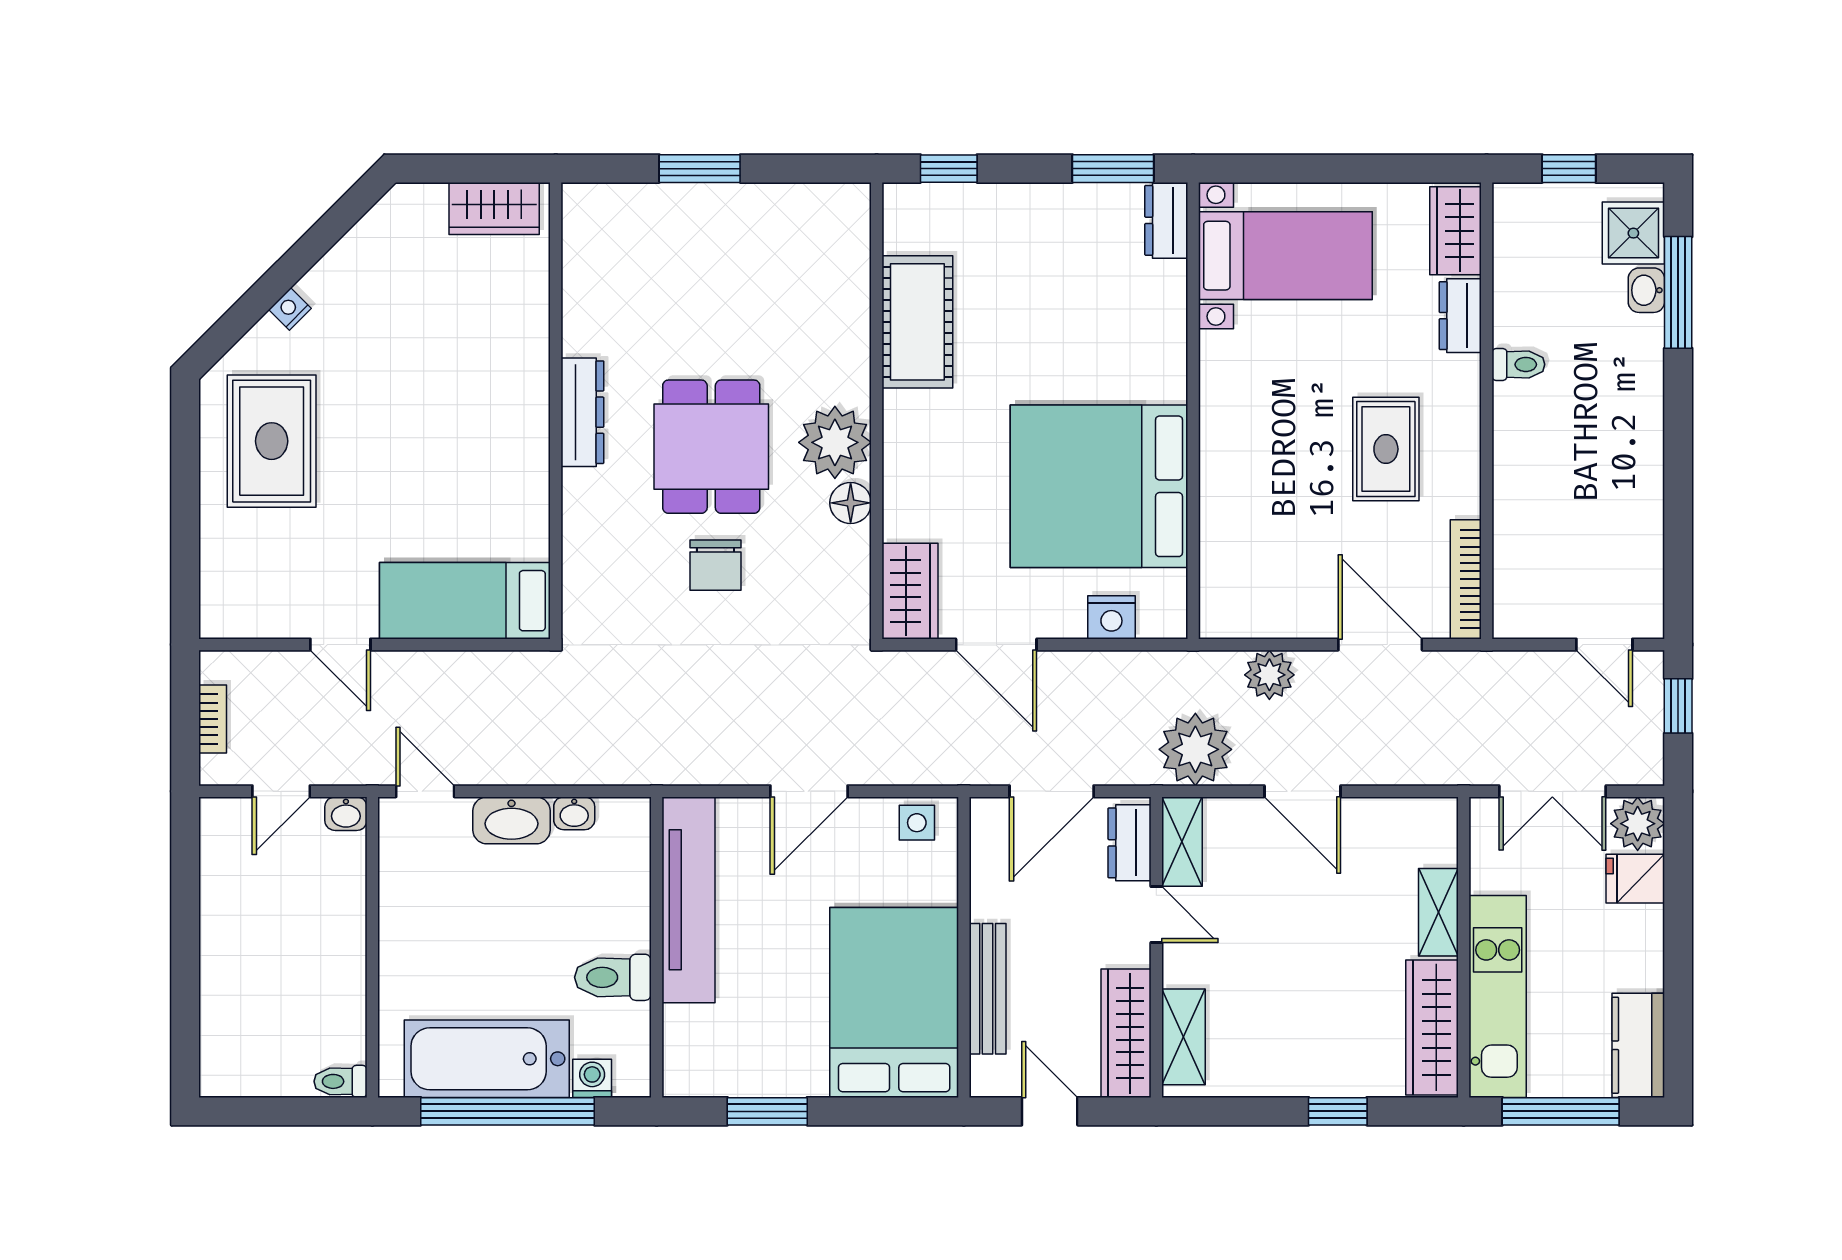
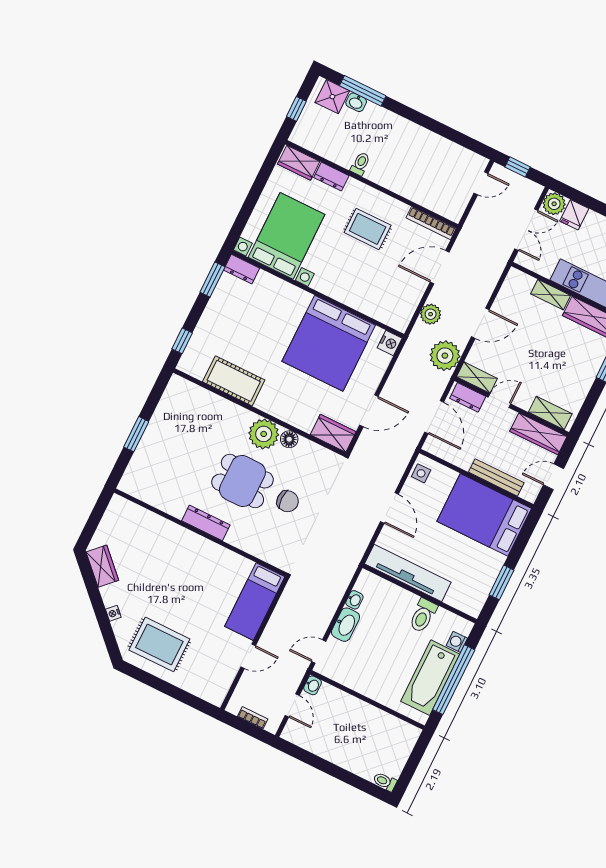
wardrobe: (494, 208) -> (102, 566), moved, turned -45
bed with nightstands: (1285, 256) -> (287, 236), width x1.36
nightstand: (1111, 617) -> (390, 343), moved
toilet: (340, 1081) -> (385, 782), moved, turned 90

